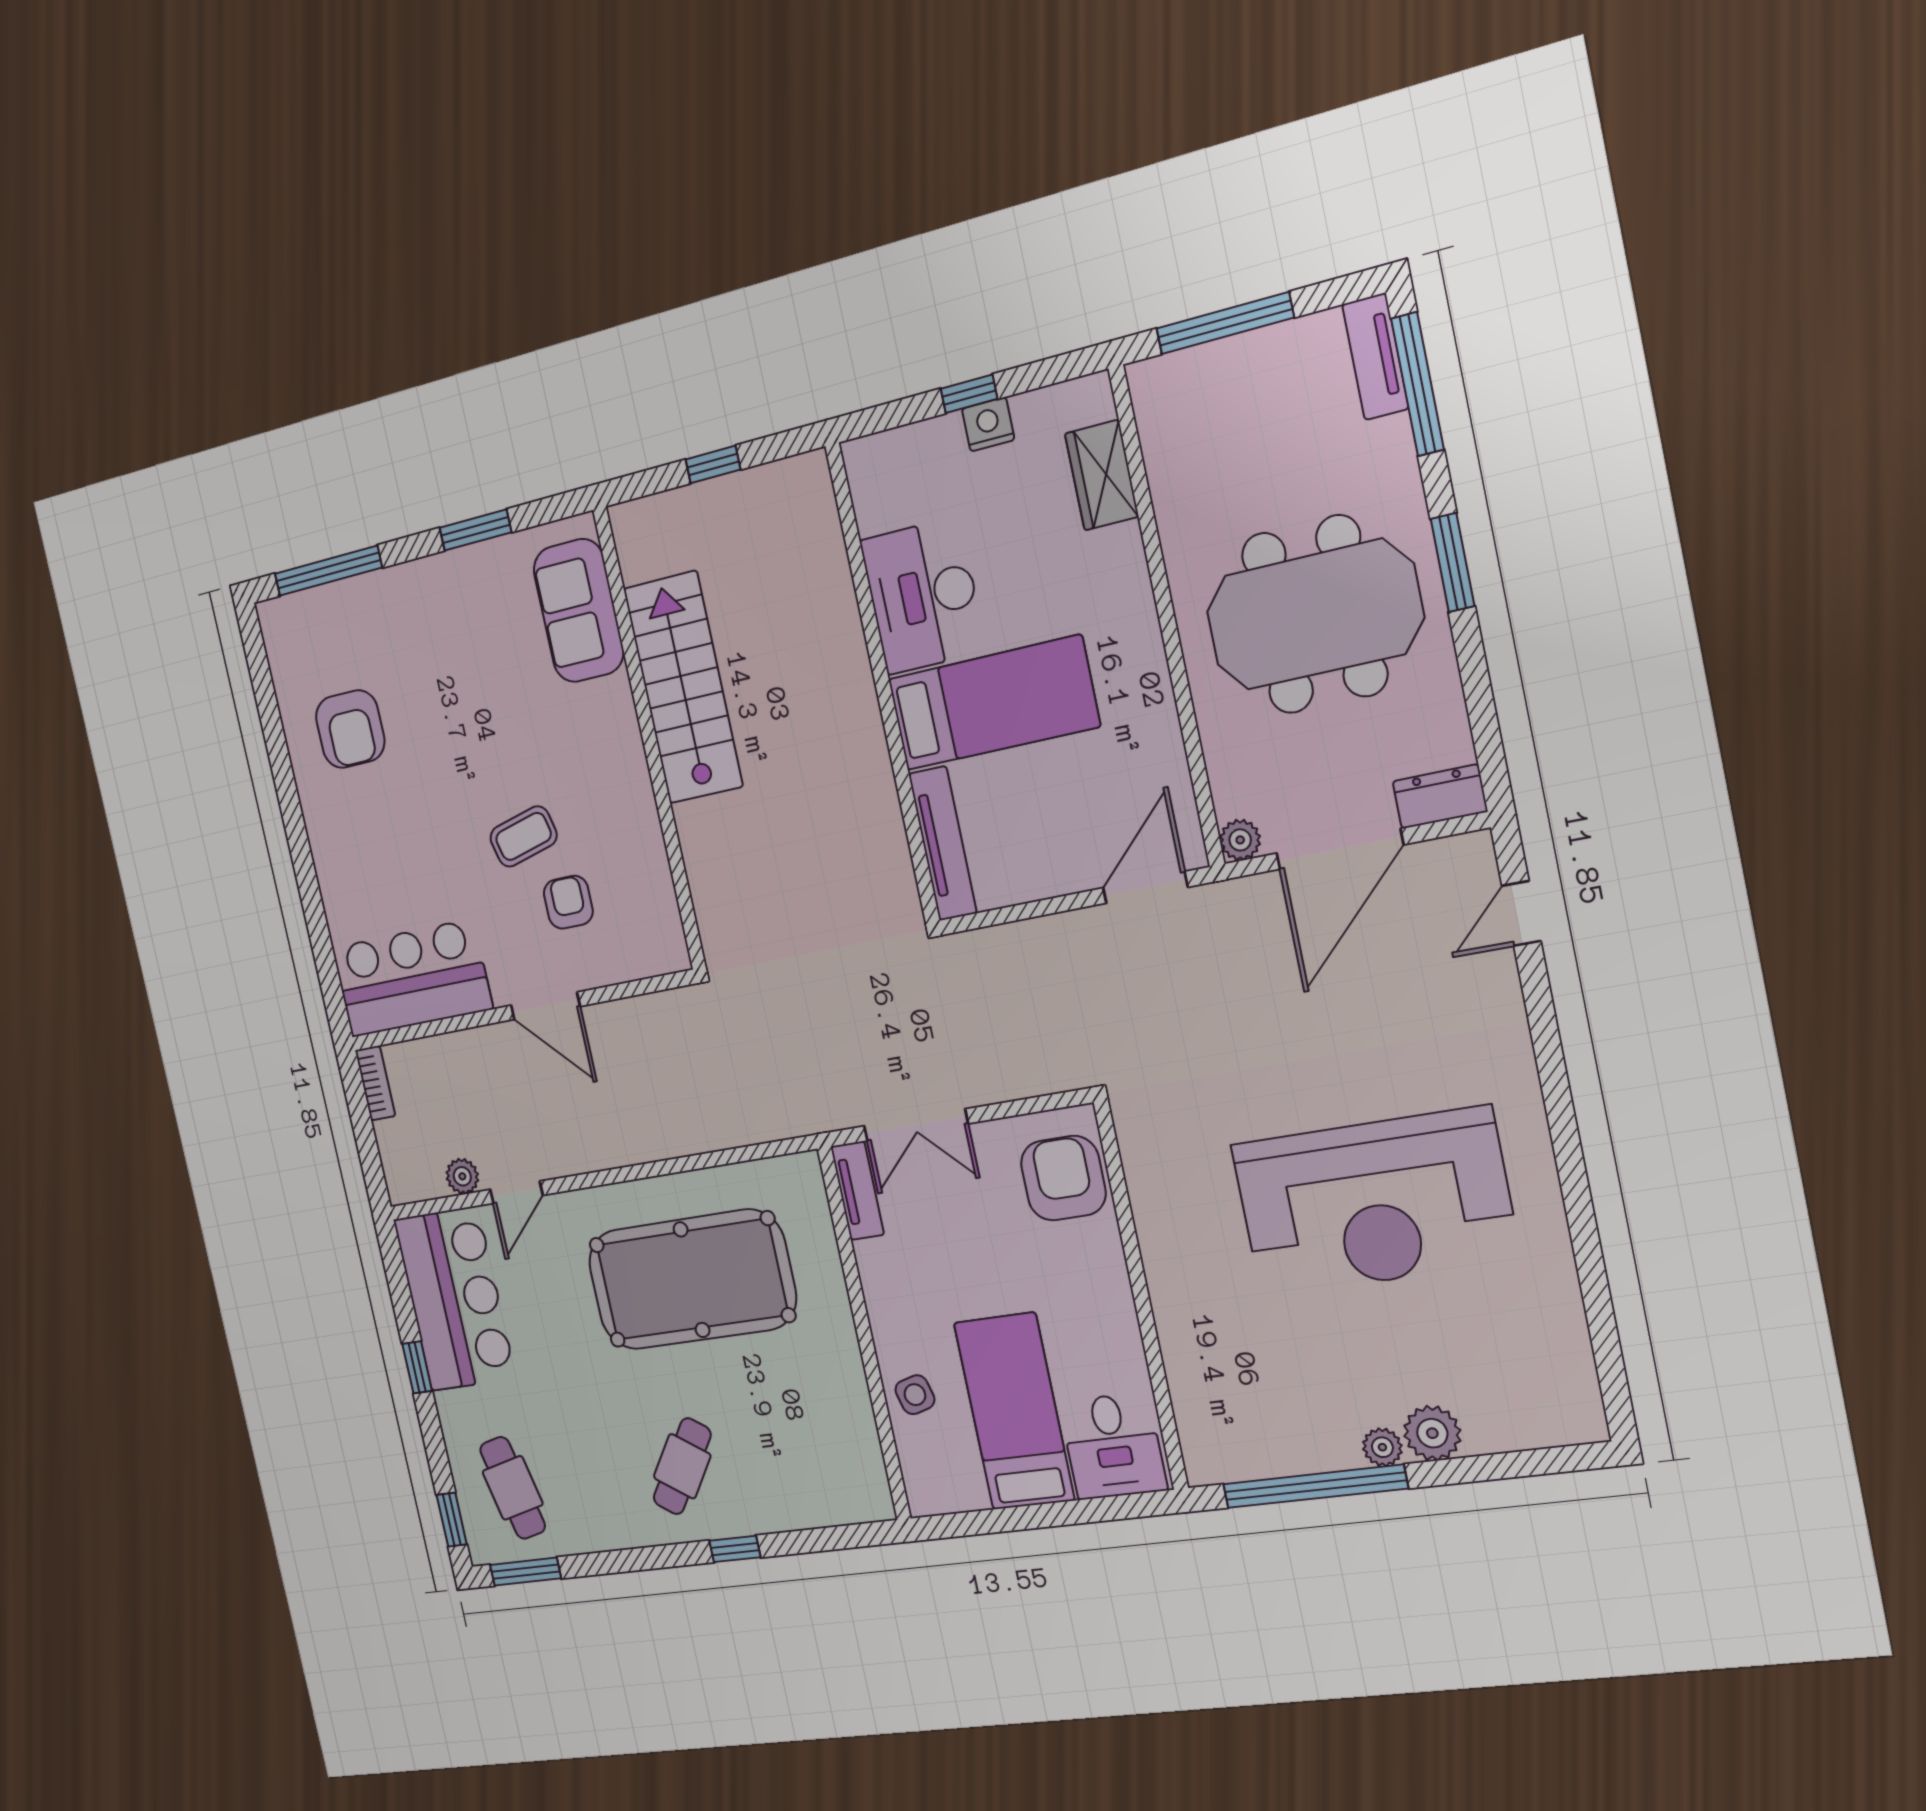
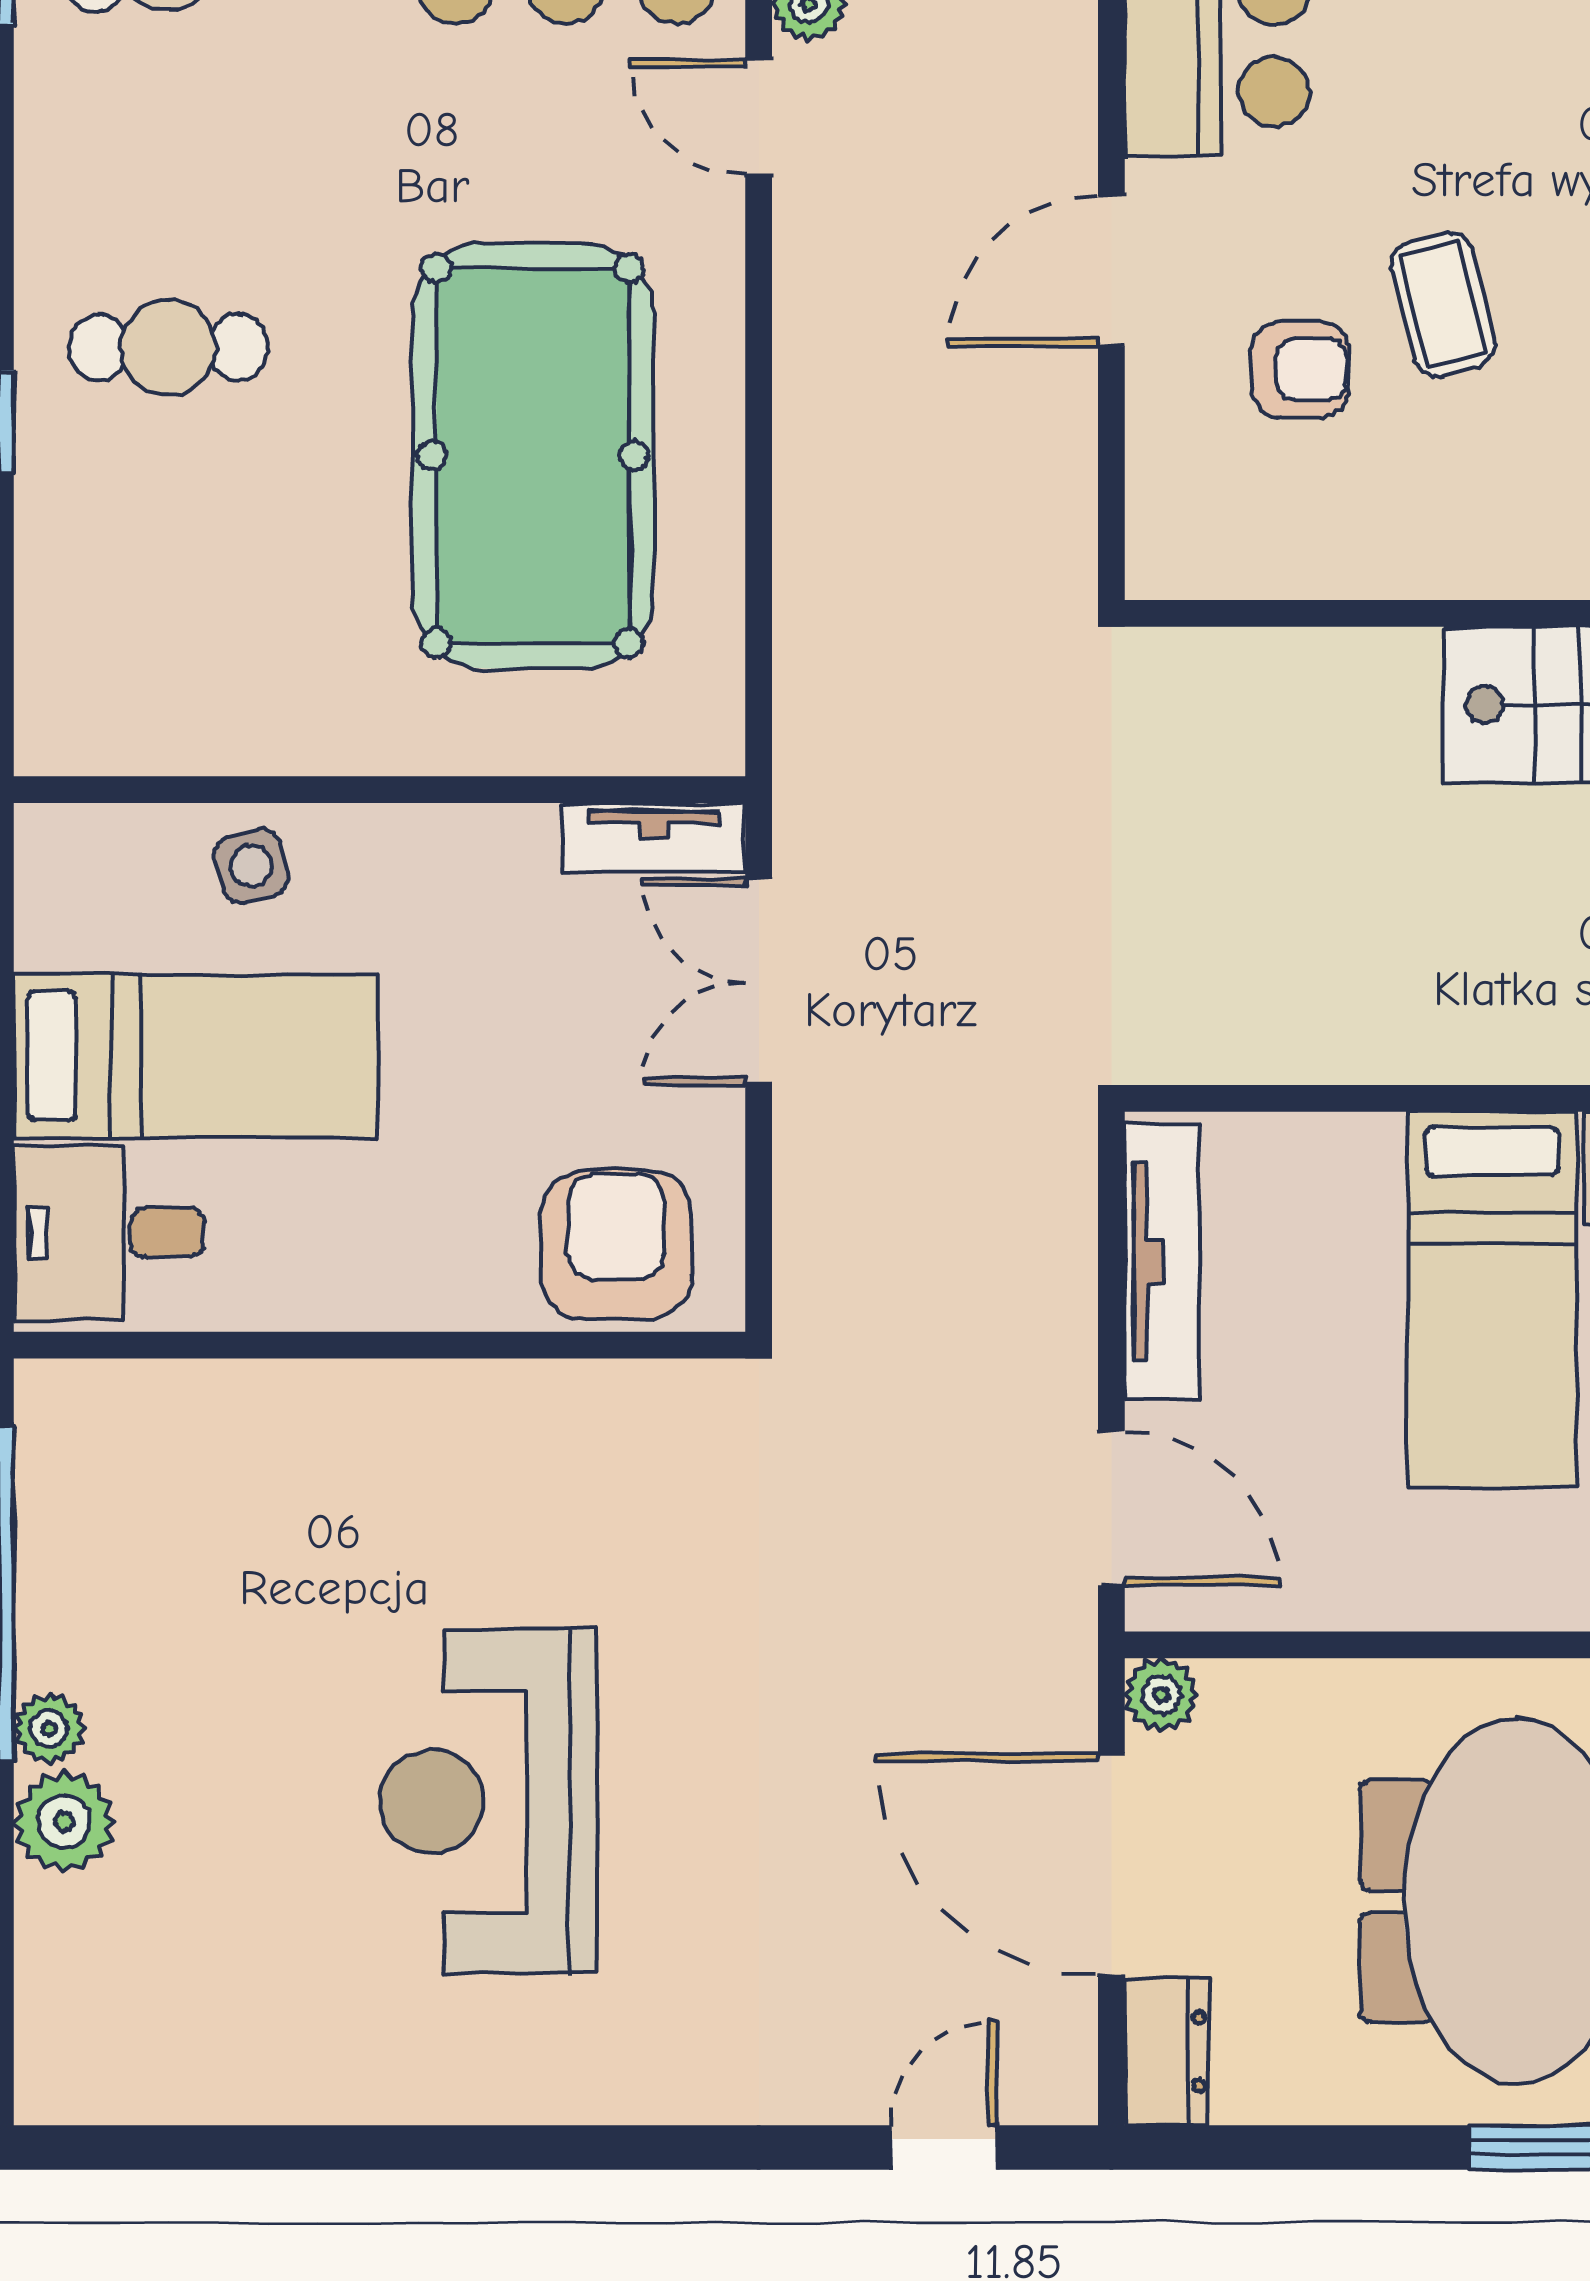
tv unit: (943, 843) -> (1162, 1262), moved, turned -90
door: (1521, 913) -> (944, 2147), hinge flipped
armchair: (1063, 1178) -> (616, 1245), turned -90
reception desk: (1374, 1202) -> (488, 1801), width x0.74, depth x0.77
cafe table: (682, 1466) -> (168, 347), turned -34

